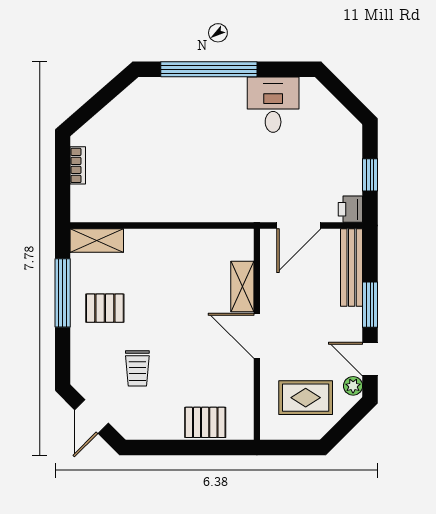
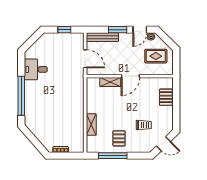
printer: (350, 209) -> (79, 38), removed
shelving: (97, 240) -> (91, 124), moved
rug: (306, 398) -> (156, 56), turned 90

